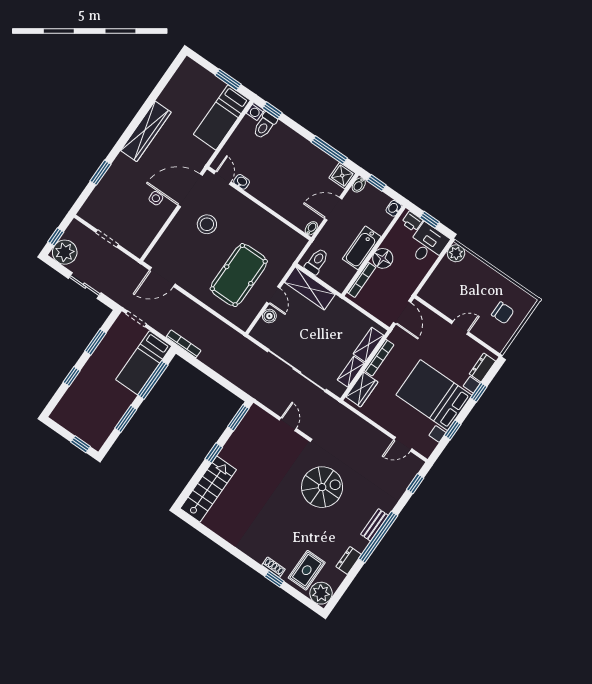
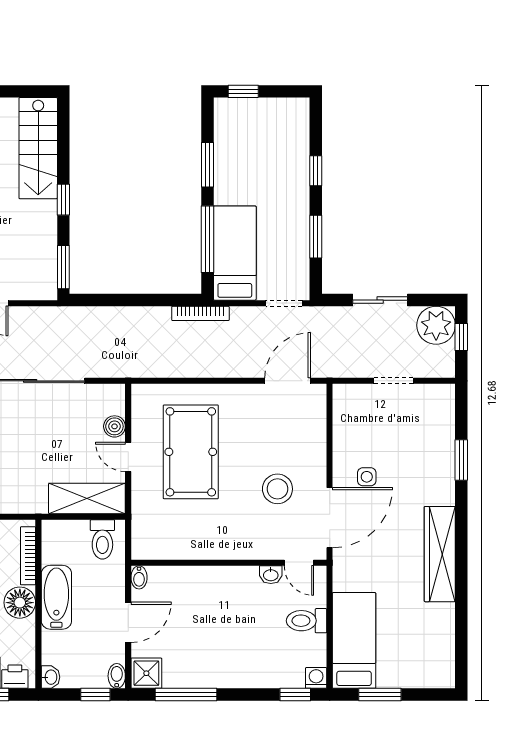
toilet: (265, 125) -> (307, 621), moved, turned -90

